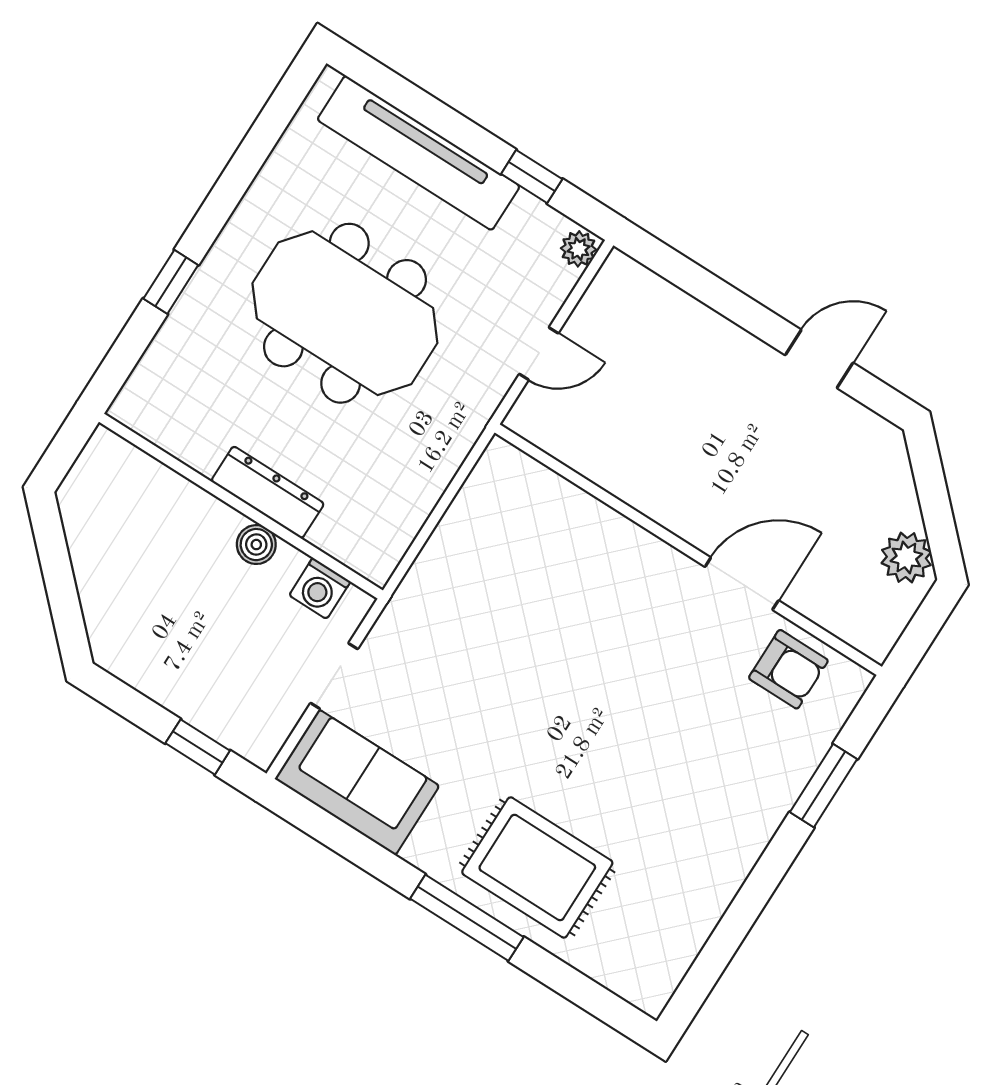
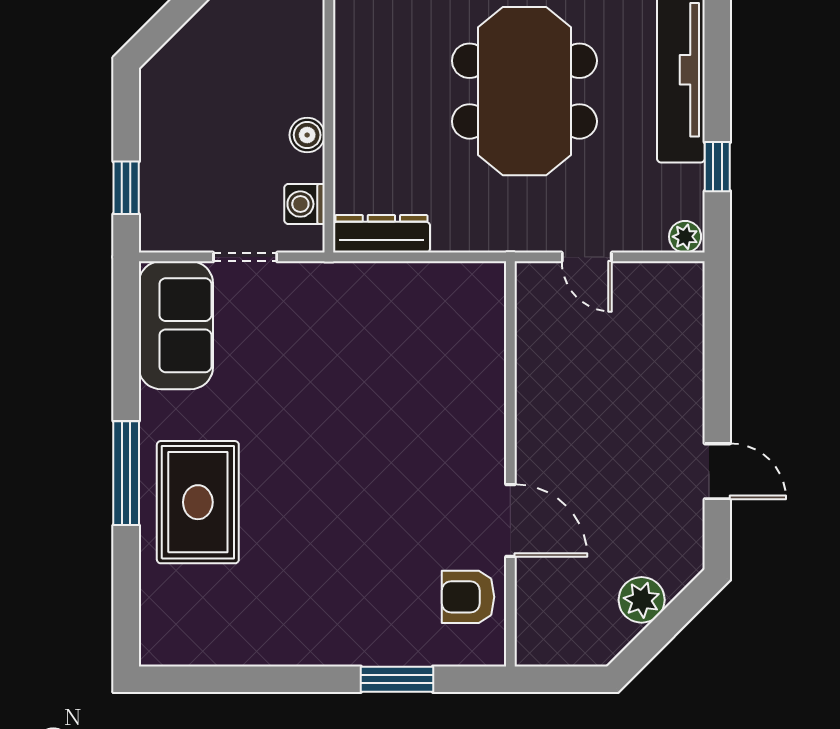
dresser: (268, 492) -> (381, 234), moved, turned -90
plant: (906, 557) -> (642, 600), moved
armchair: (788, 669) -> (468, 597), turned 90

